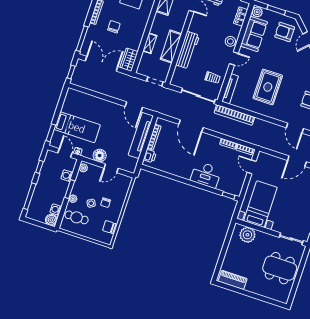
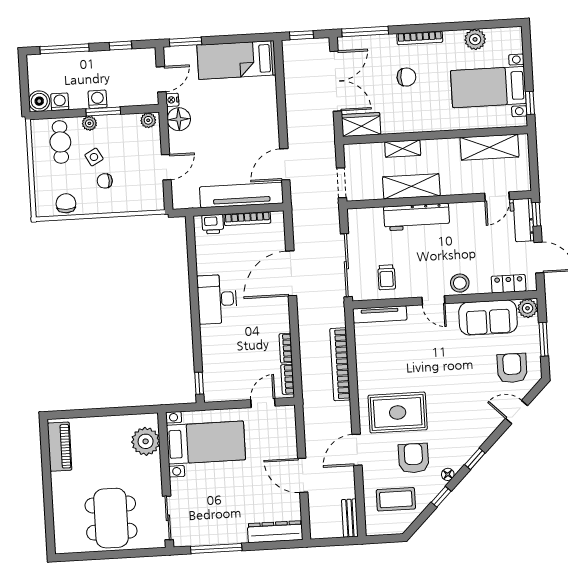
rug: (268, 87) -> (398, 412), moved
bookcase: (234, 115) -> (340, 364), moved
bed: (77, 127) -> (236, 60), moved, turned 90
floor lamp: (100, 156) -> (179, 119), moved
door: (111, 168) -> (166, 167), swing flipped
desk: (206, 175) -> (217, 299), moved
washing machine: (67, 176) -> (98, 99), moved

